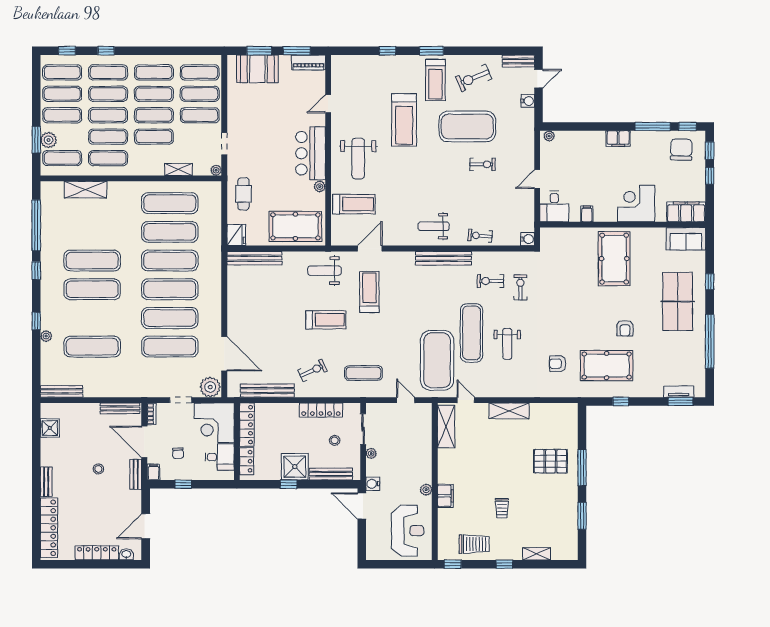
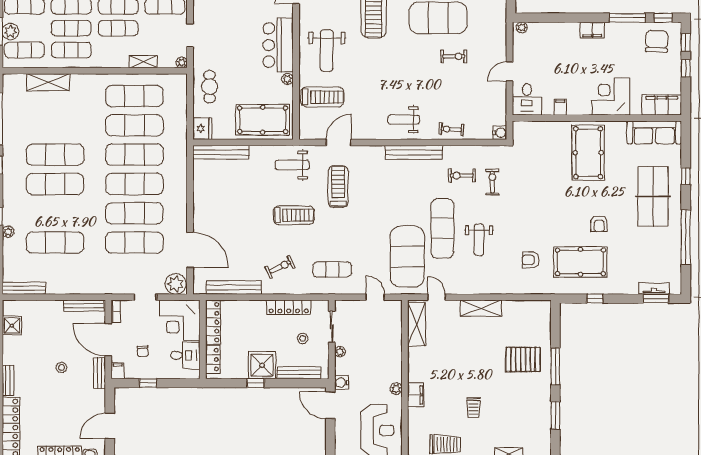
sofa: (686, 239) -> (654, 132), width x1.36

